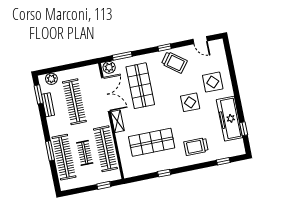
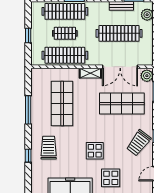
window: (223, 161) -> (28, 156), moved
window: (164, 173) -> (28, 110), width x2.17
window: (104, 185) -> (28, 35), moved

